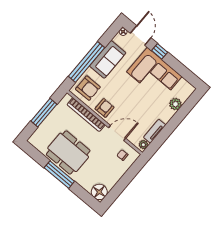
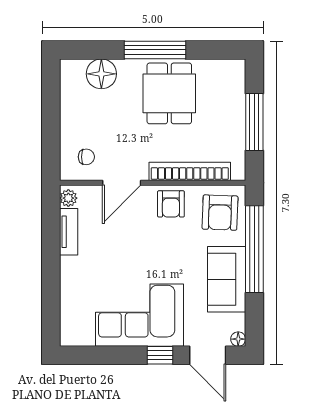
armchair: (88, 88) -> (220, 213), turned -88
plant: (175, 104) -> (71, 297), removed
dining table: (68, 152) -> (169, 93), width x0.73
floor lamp: (99, 192) -> (101, 74), moved

